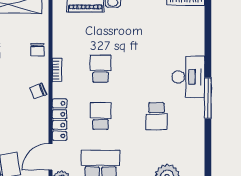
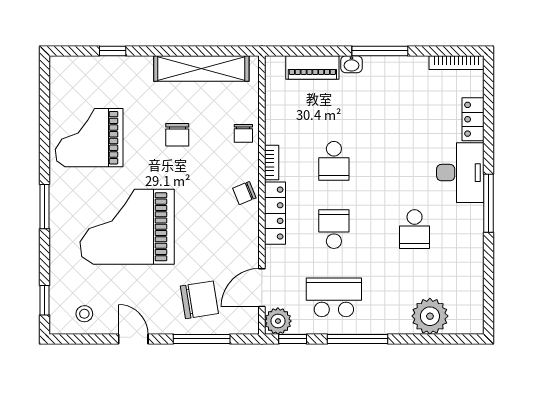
locker: (197, 40) -> (473, 119), added
school desk: (100, 69) -> (334, 161), turned 180
locker: (60, 120) -> (275, 213), moved

